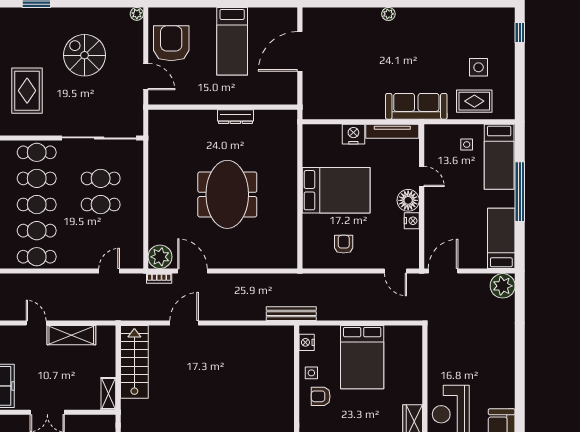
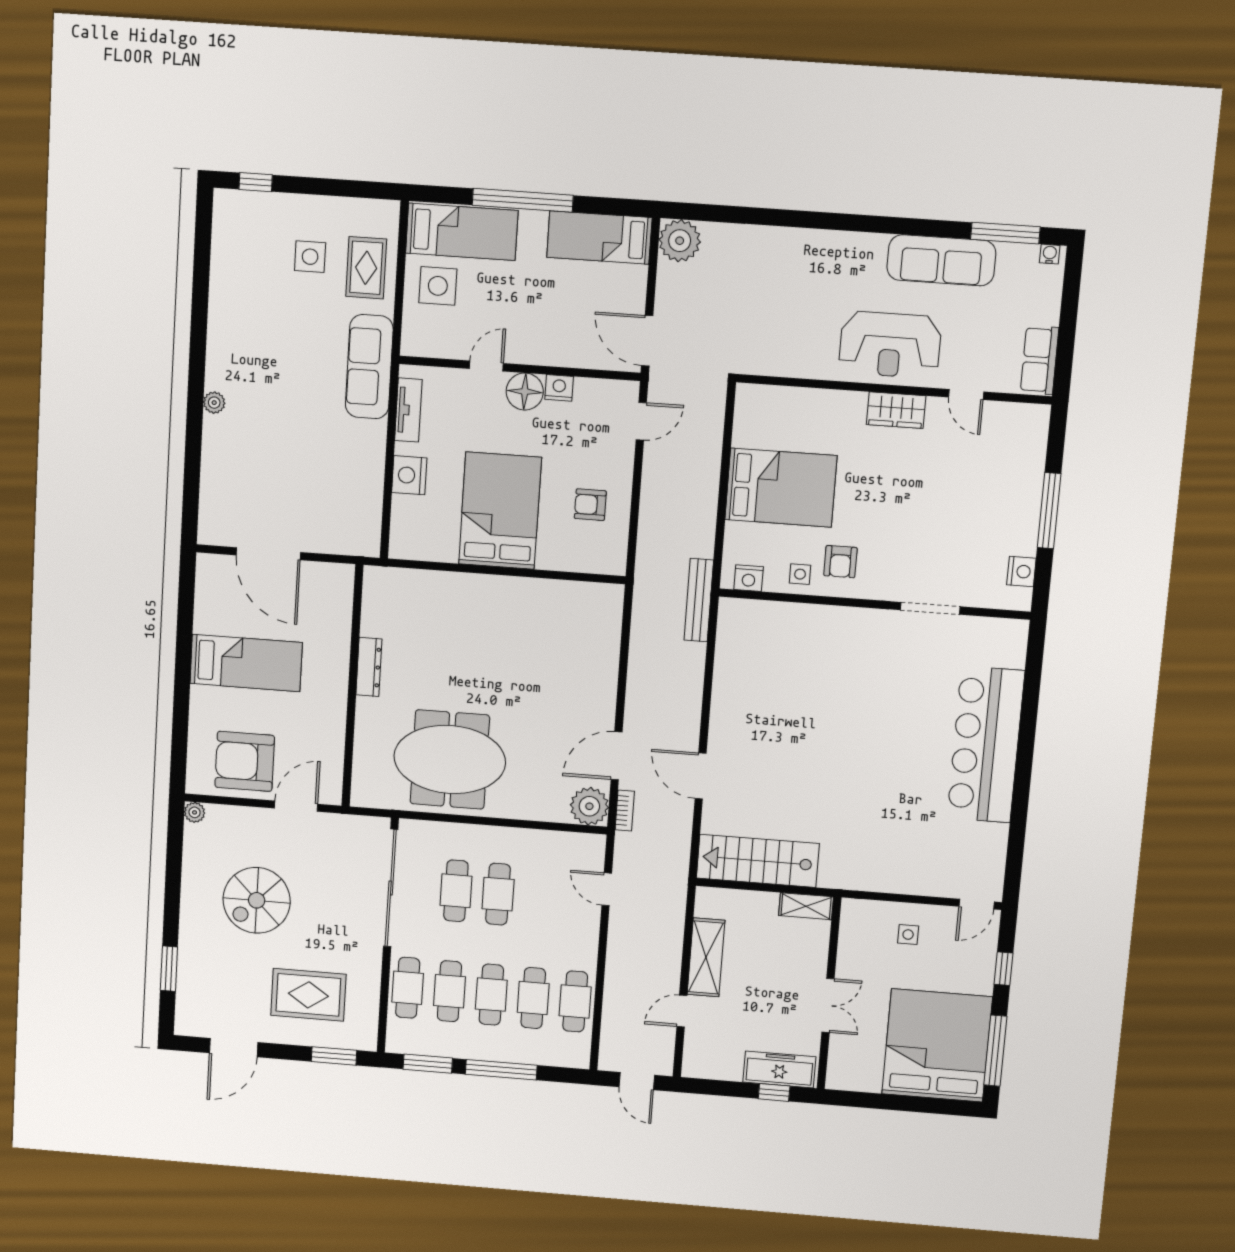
tv unit: (392, 131) -> (408, 410), width x0.71
side table: (467, 145) -> (438, 286), width x1.87, depth x1.87
meeting table: (227, 194) -> (450, 759), moved

